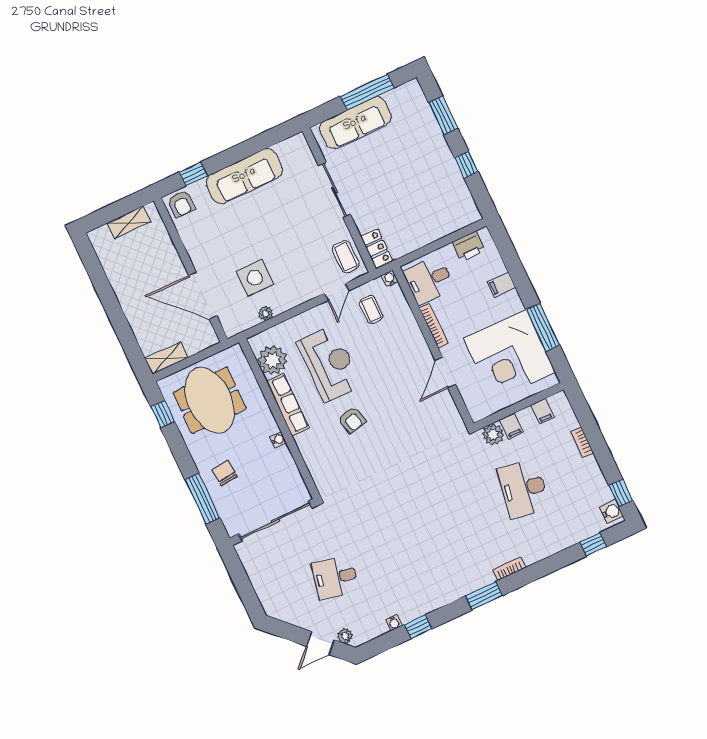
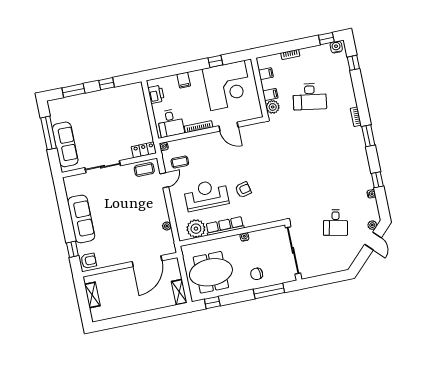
side table: (255, 278) -> (144, 227), removed
door: (337, 292) -> (164, 180), hinge flipped
window: (543, 327) -> (215, 61), width x0.46

